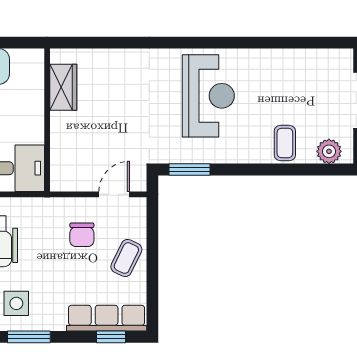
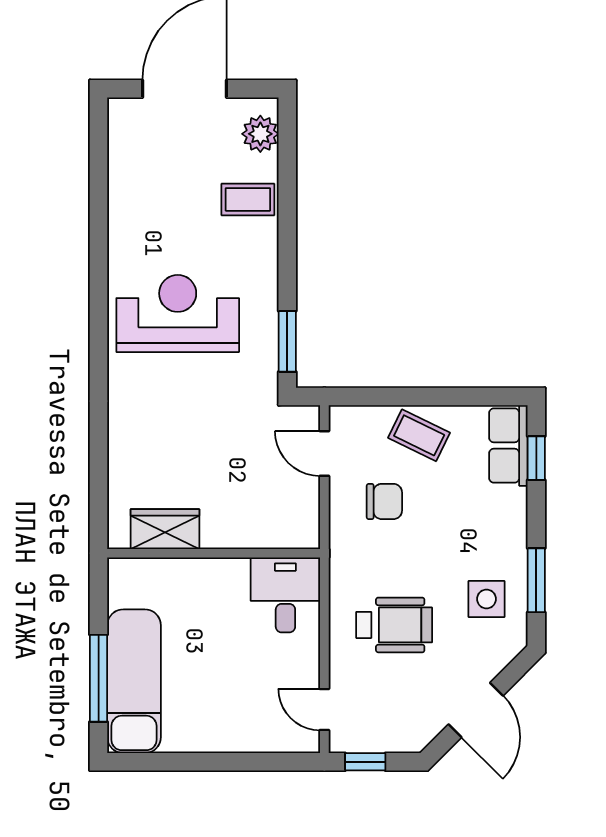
row of seats: (107, 318) -> (508, 446), width x0.68

